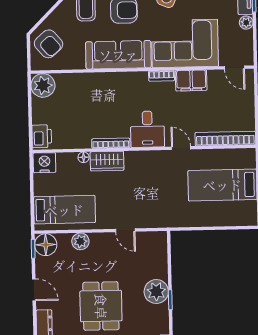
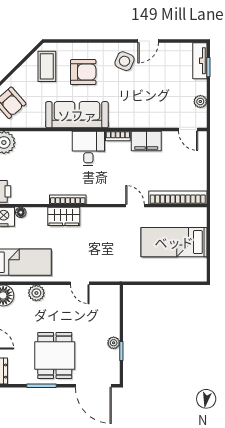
plant: (246, 23) -> (200, 101), moved
corner sofa: (185, 43) -> (141, 105), removed
desk: (147, 129) -> (88, 148), moved, turned 180
floor lamp: (84, 157) -> (21, 212), moved
plant: (156, 292) -> (114, 343), width x0.53, depth x0.53

